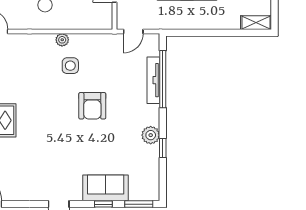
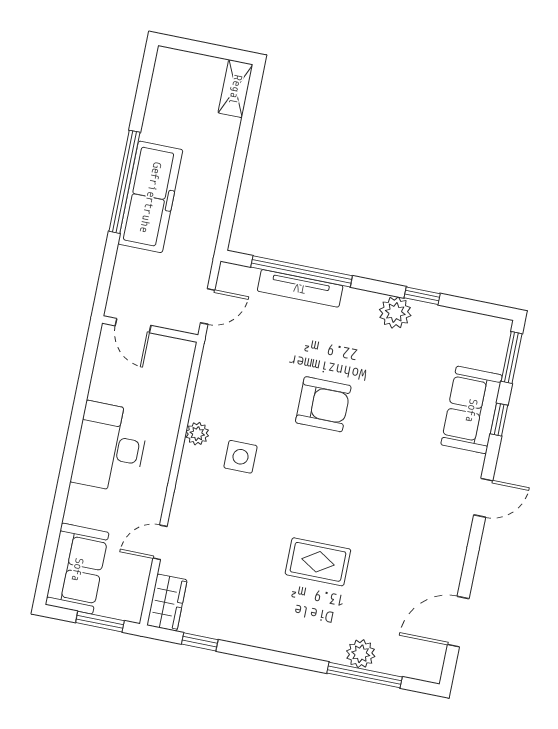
door: (133, 31) -> (208, 306), hinge flipped
side table: (70, 66) -> (240, 457), moved

